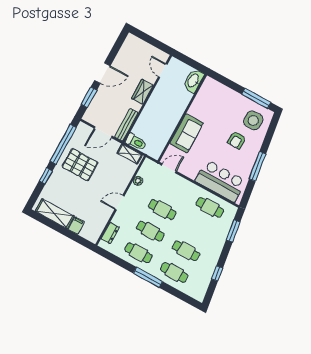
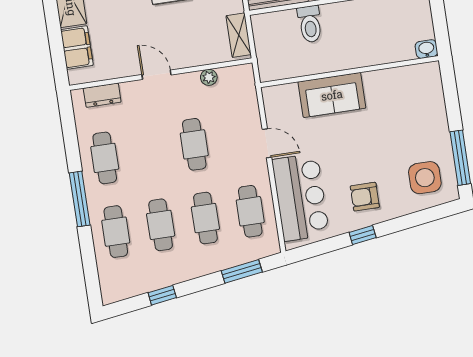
washbasin: (193, 81) -> (426, 49), width x0.52, depth x0.69
armchair: (237, 140) -> (365, 197), moved
toilet: (136, 142) -> (310, 24), moved
window: (257, 166) -> (363, 235), width x0.46
door: (169, 168) -> (267, 143), moved
filing cabinet: (76, 226) -> (77, 48), width x2.00
cafe table: (150, 231) -> (205, 218), moved

